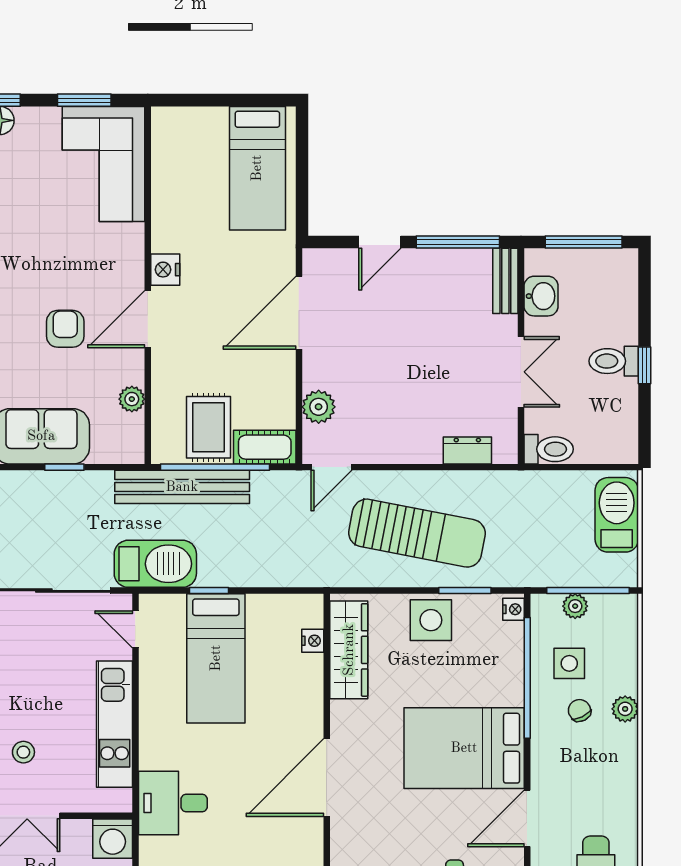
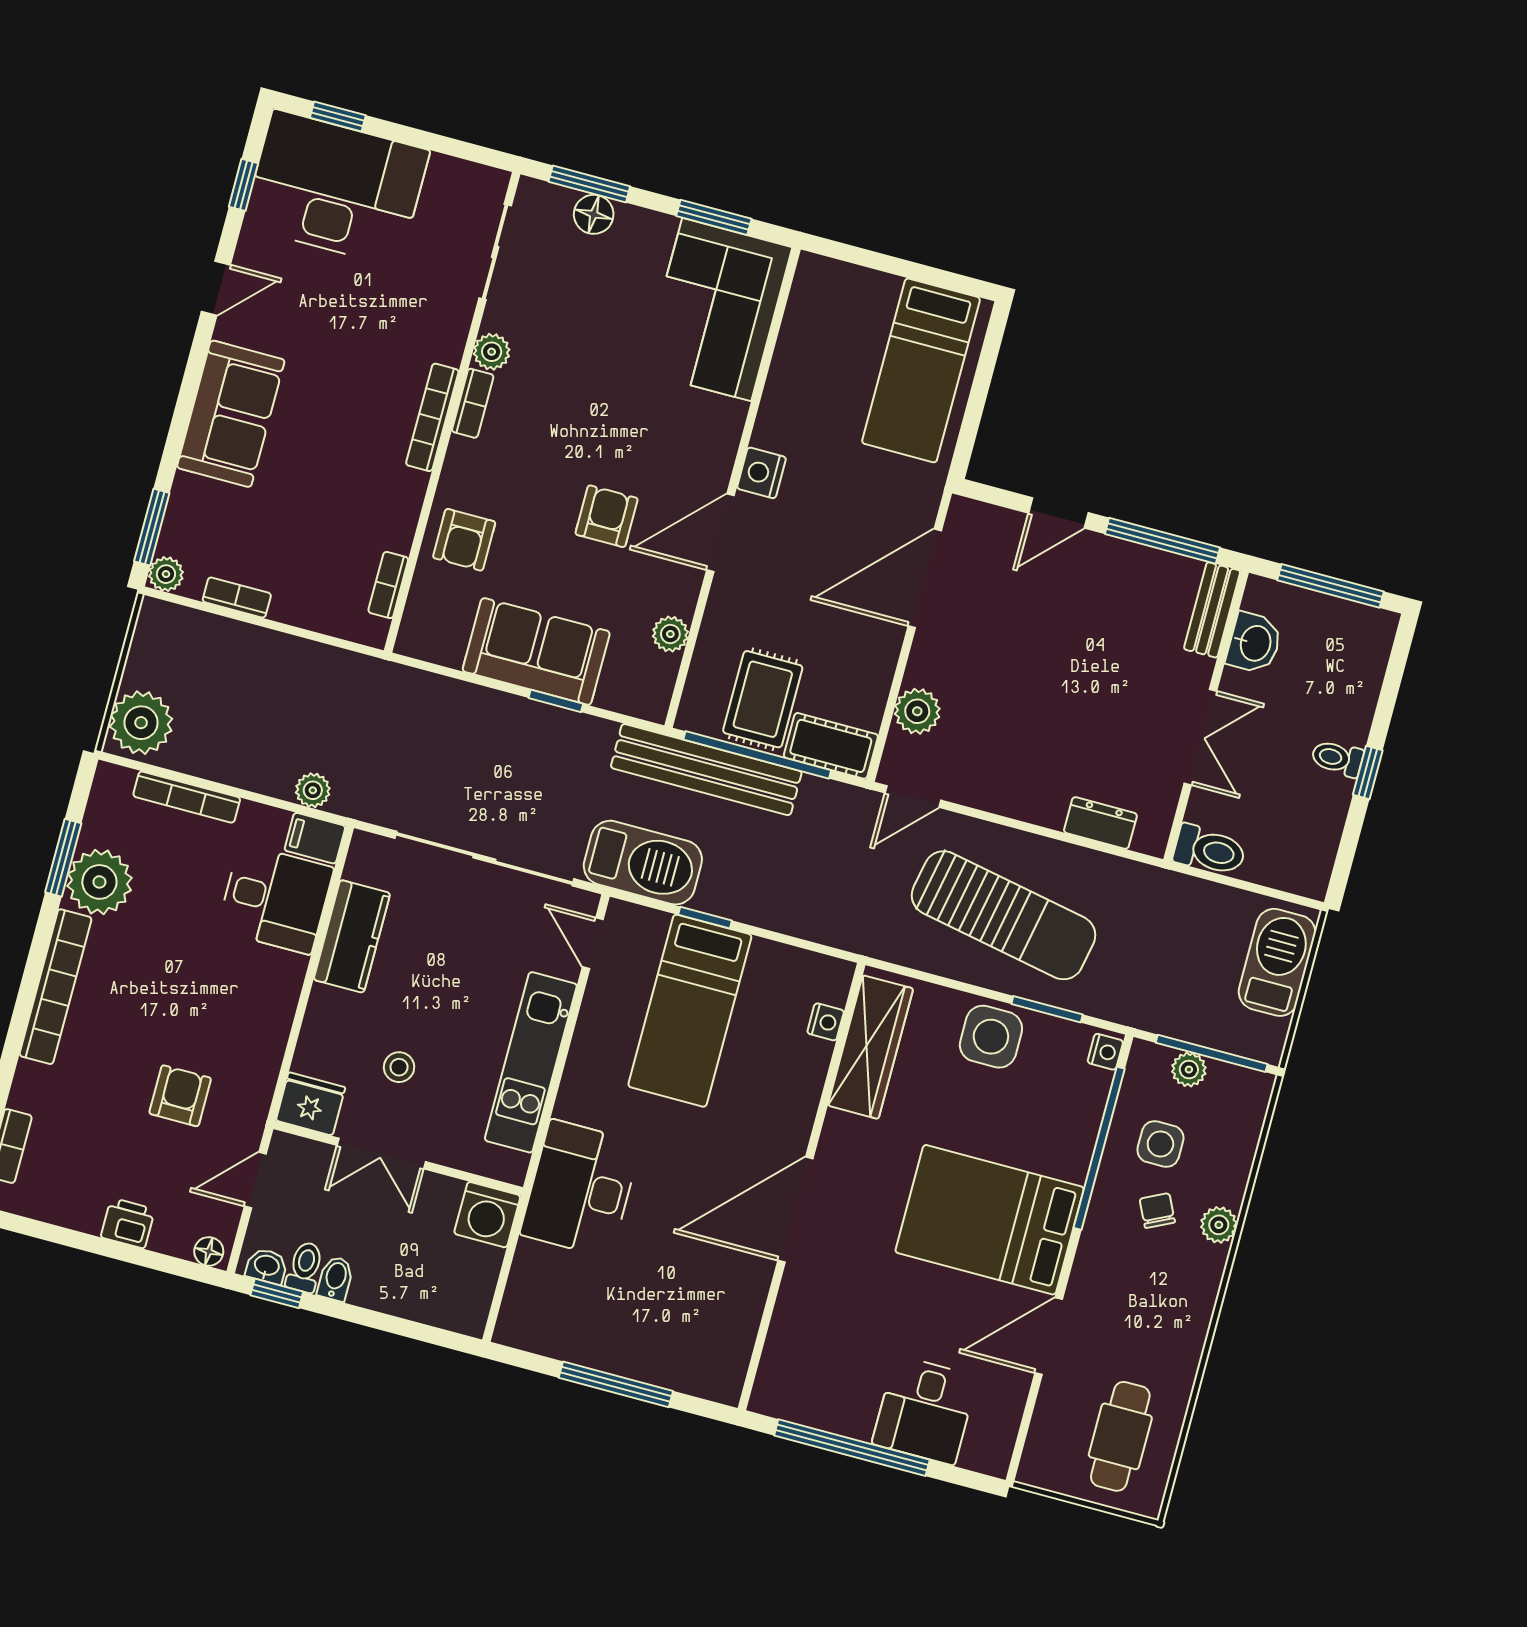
toilet: (614, 361) -> (1337, 758), width x0.73, depth x0.72
desk: (173, 803) -> (581, 1189), width x1.37

